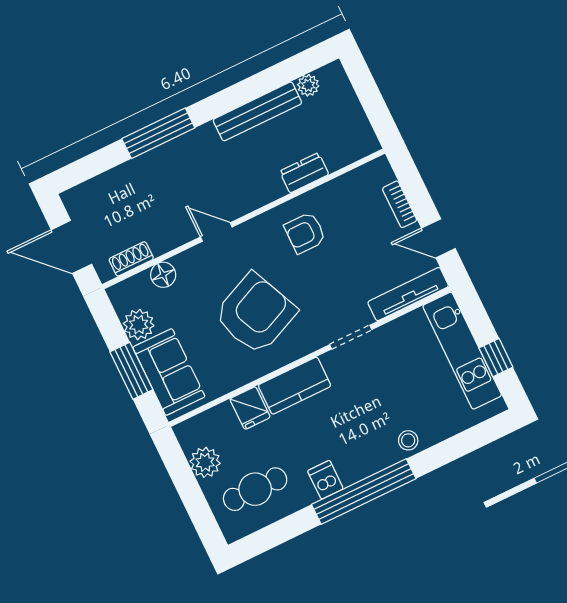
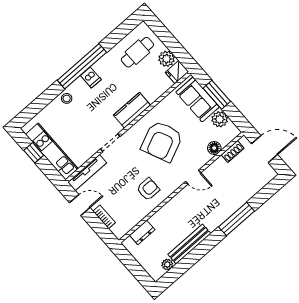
dresser: (304, 173) -> (142, 232), moved
fridge: (250, 408) -> (177, 72), moved, turned -90
dishwasher: (325, 480) -> (91, 77), moved

